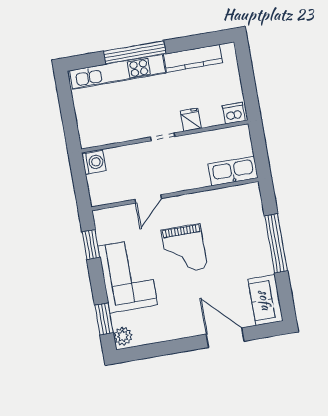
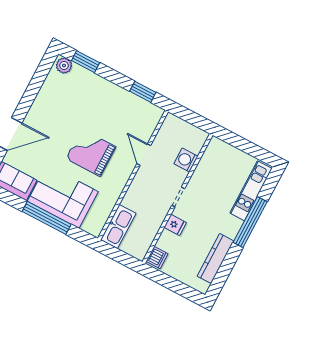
kitchen unit: (118, 72) -> (251, 191), width x0.73
washing machine: (94, 162) -> (186, 160), moved, turned 90
corner sofa: (128, 276) -> (63, 197), moved, turned 180

